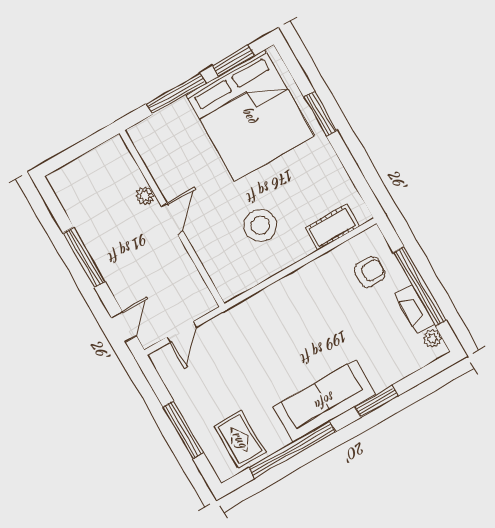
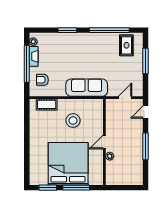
window: (320, 114) -> (27, 149), removed
bed: (250, 115) -> (68, 164), moved
sofa: (325, 401) -> (87, 88), moved, turned 180

